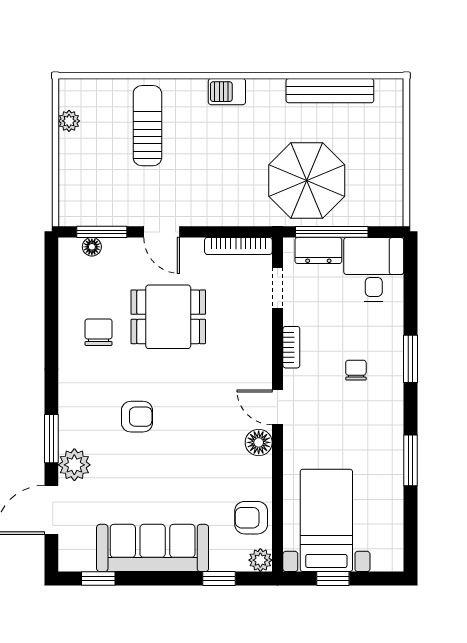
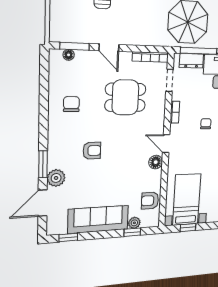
dining table: (168, 317) -> (125, 97), moved
plant: (260, 560) -> (134, 223), moved

